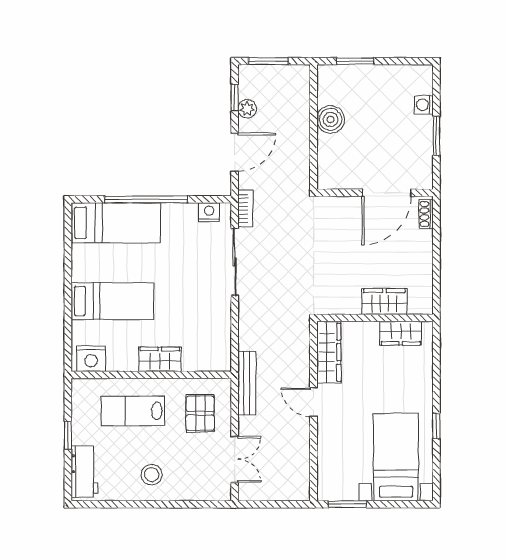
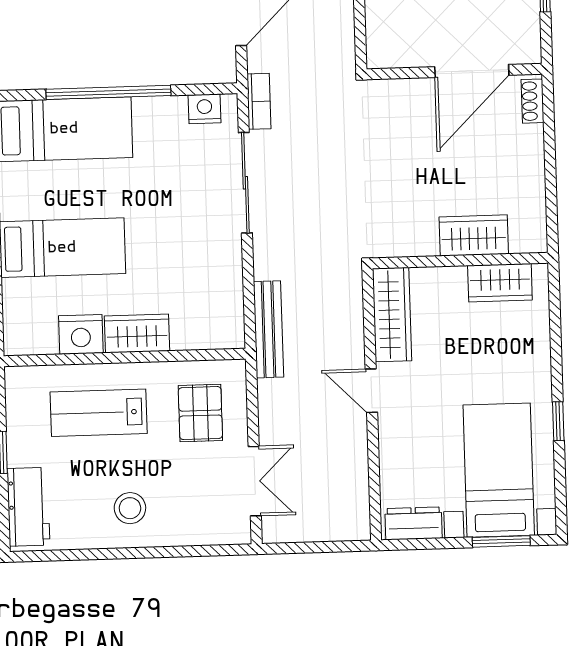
nightstand: (91, 359) -> (81, 334), moved
bench: (247, 383) -> (268, 329), moved
dresser: (339, 491) -> (414, 523), added
window: (348, 504) -> (501, 541), moved

